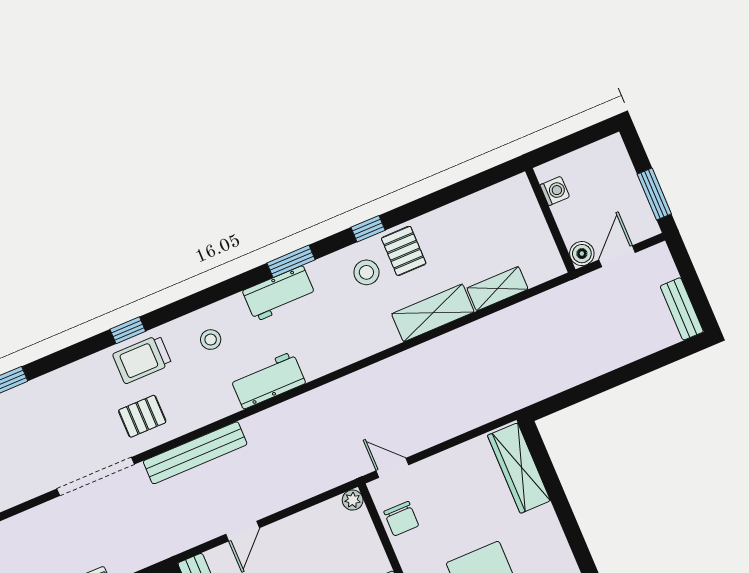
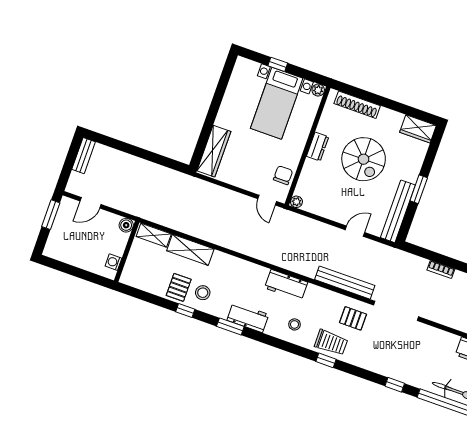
washing machine: (555, 191) -> (113, 262), moved
wall: (550, 220) -> (127, 251), moved
boiler: (582, 254) -> (126, 225), moved

